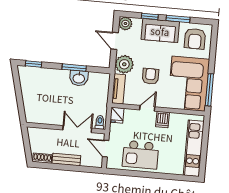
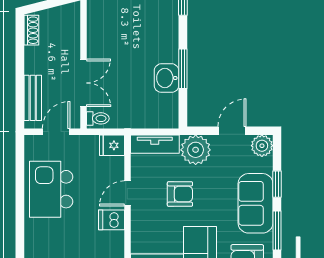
door: (147, 108) -> (127, 193), swing flipped
bench: (66, 159) -> (33, 98), moved

